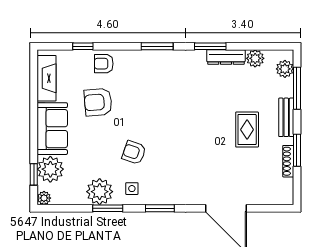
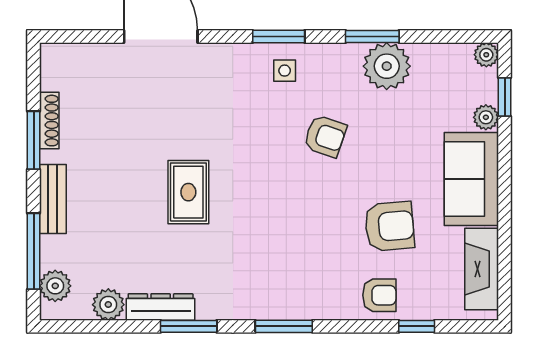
rug: (247, 130) -> (188, 192), moved
plant: (50, 169) -> (486, 117), width x0.53, depth x0.53
side table: (132, 189) -> (285, 71), moved

